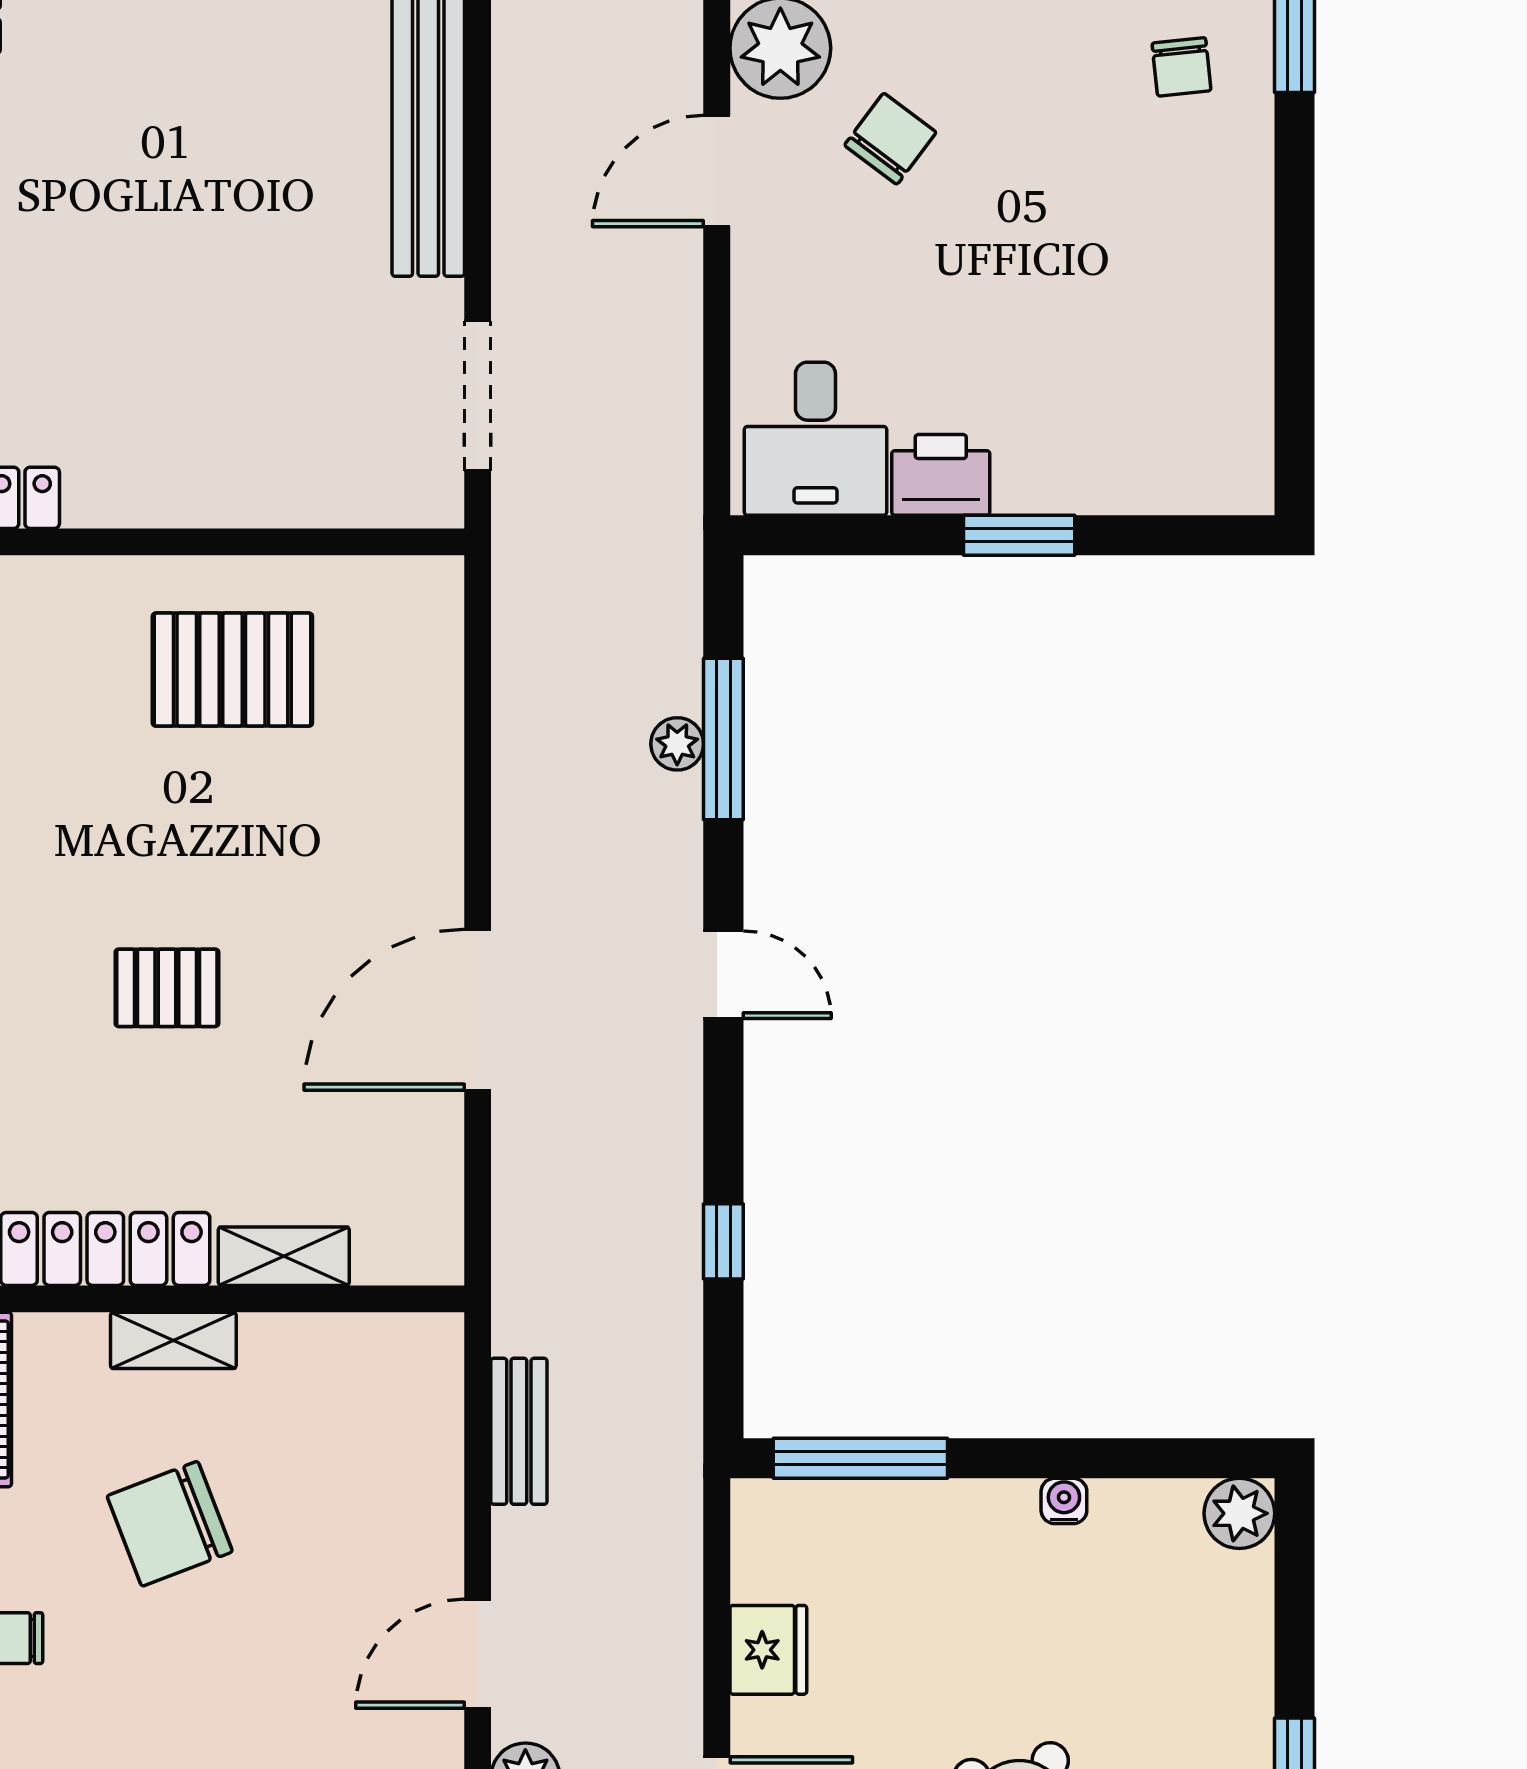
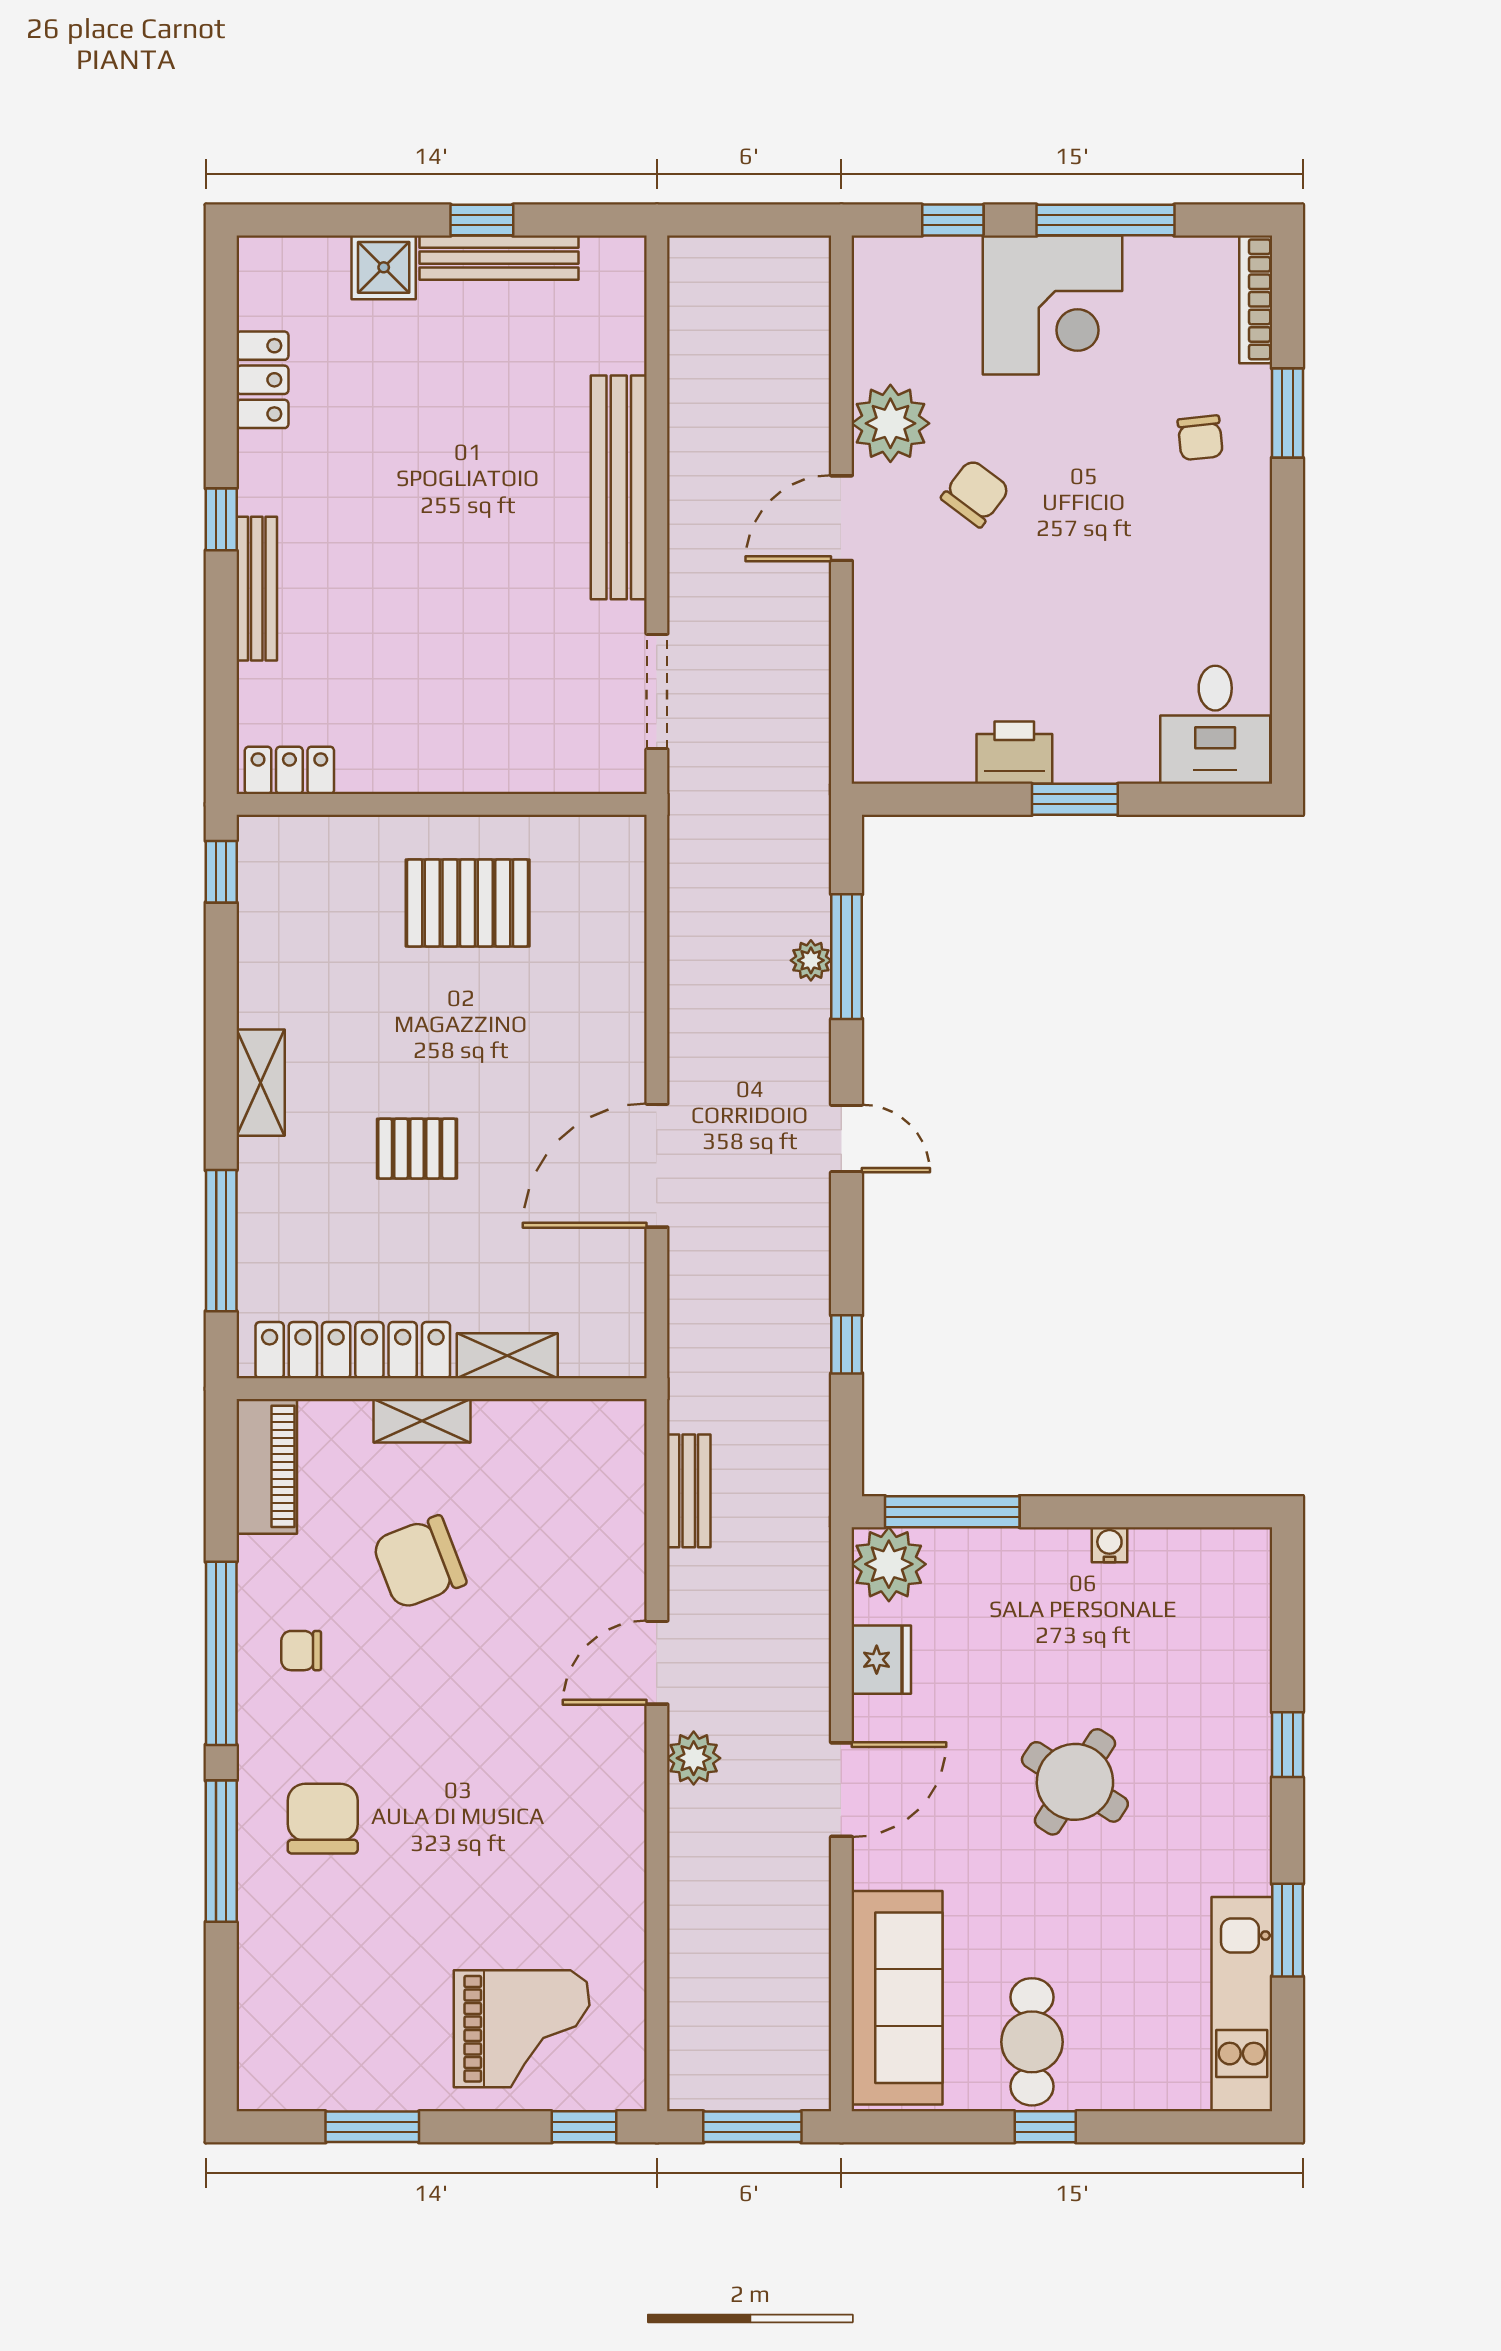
desk: (815, 439) -> (1215, 725), moved
plant: (1239, 1513) -> (889, 1564), moved, width x1.36, depth x1.36

